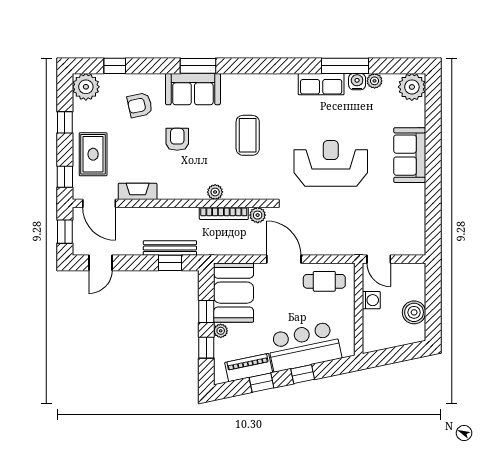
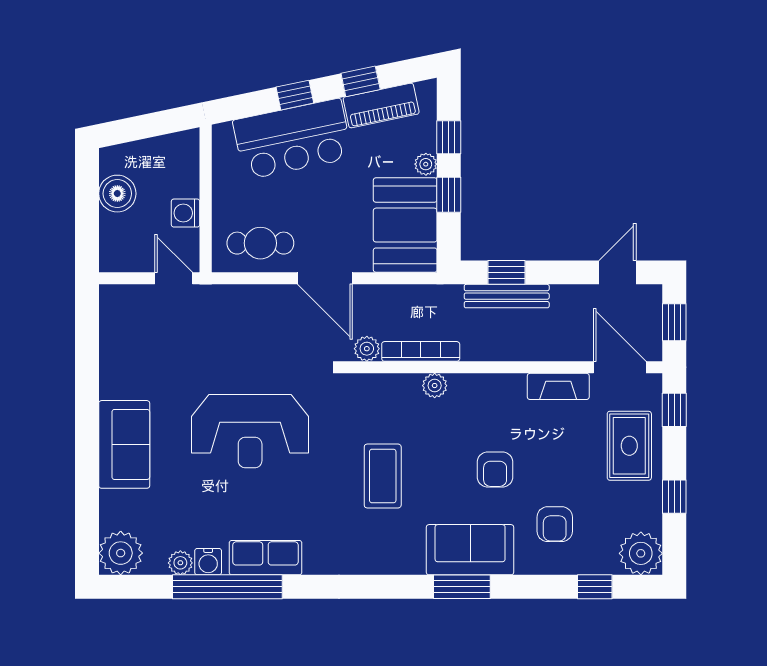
window: (345, 66) -> (227, 587), width x1.46
armchair: (140, 105) -> (555, 524), turned 102

